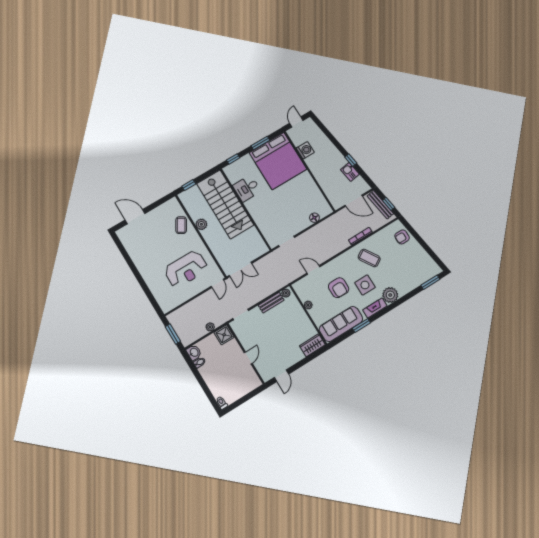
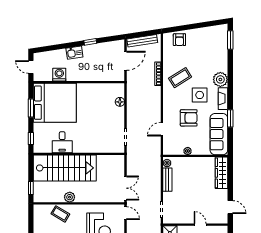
kitchen sink: (350, 172) -> (74, 53), moved
window: (389, 204) -> (146, 33), removed
wardrobe: (312, 345) -> (222, 173), width x1.50

